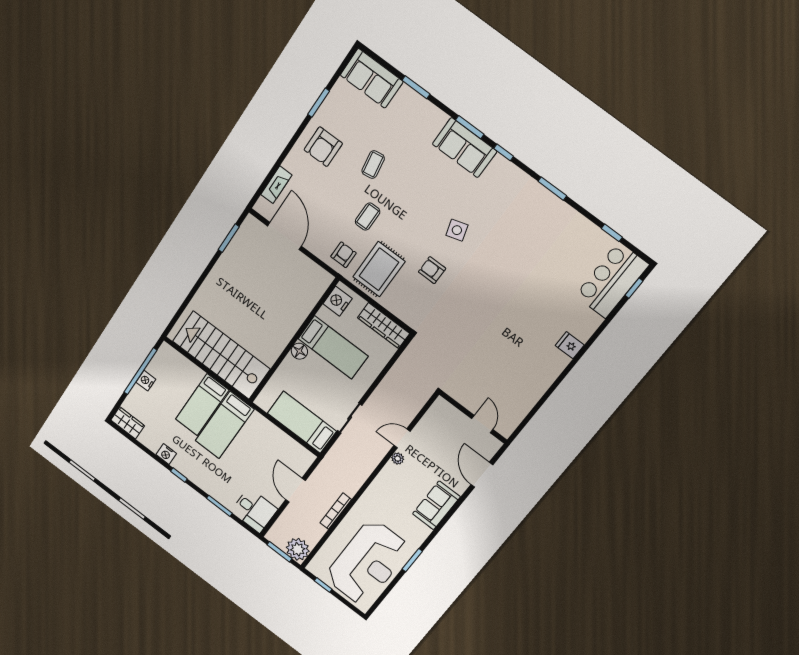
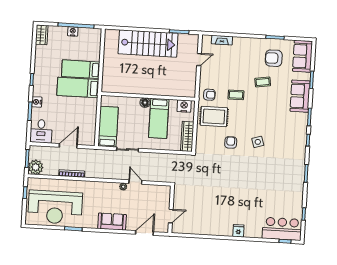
armchair: (323, 147) -> (274, 58), moved
sofa: (465, 148) -> (300, 96), moved
door: (284, 236) -> (199, 59), width x0.53
stairs: (221, 355) -> (148, 44), moved, turned 90
nightstand: (166, 454) -> (37, 102), moved

